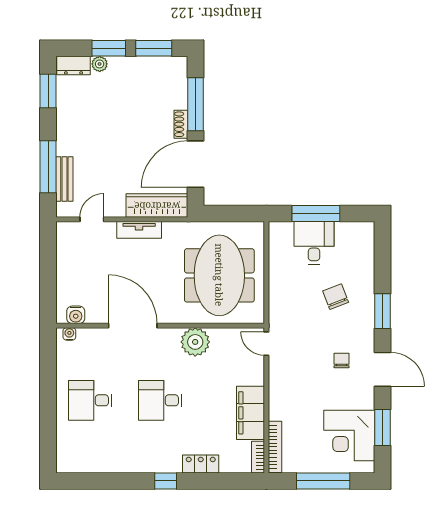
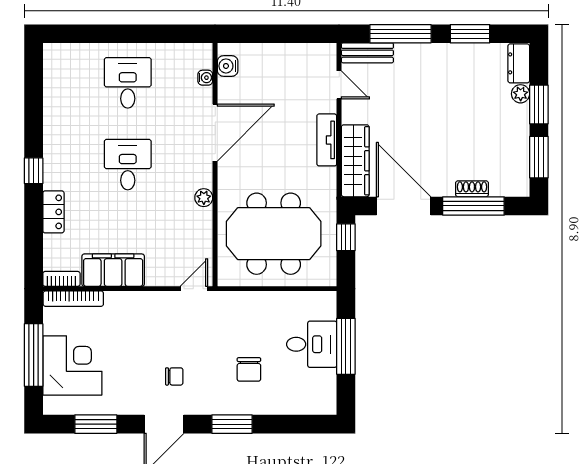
window: (48, 91) -> (470, 34), moved
shoe rack: (181, 124) -> (472, 189), moved
bench: (64, 179) -> (367, 53), moved
window: (222, 213) -> (346, 237), added
chair: (336, 297) -> (249, 369), turned 111
water cooler: (69, 334) -> (205, 78), moved
plant: (195, 342) -> (204, 198), width x0.53, depth x0.53
corner desk: (349, 435) -> (72, 365), moved, turned 90

